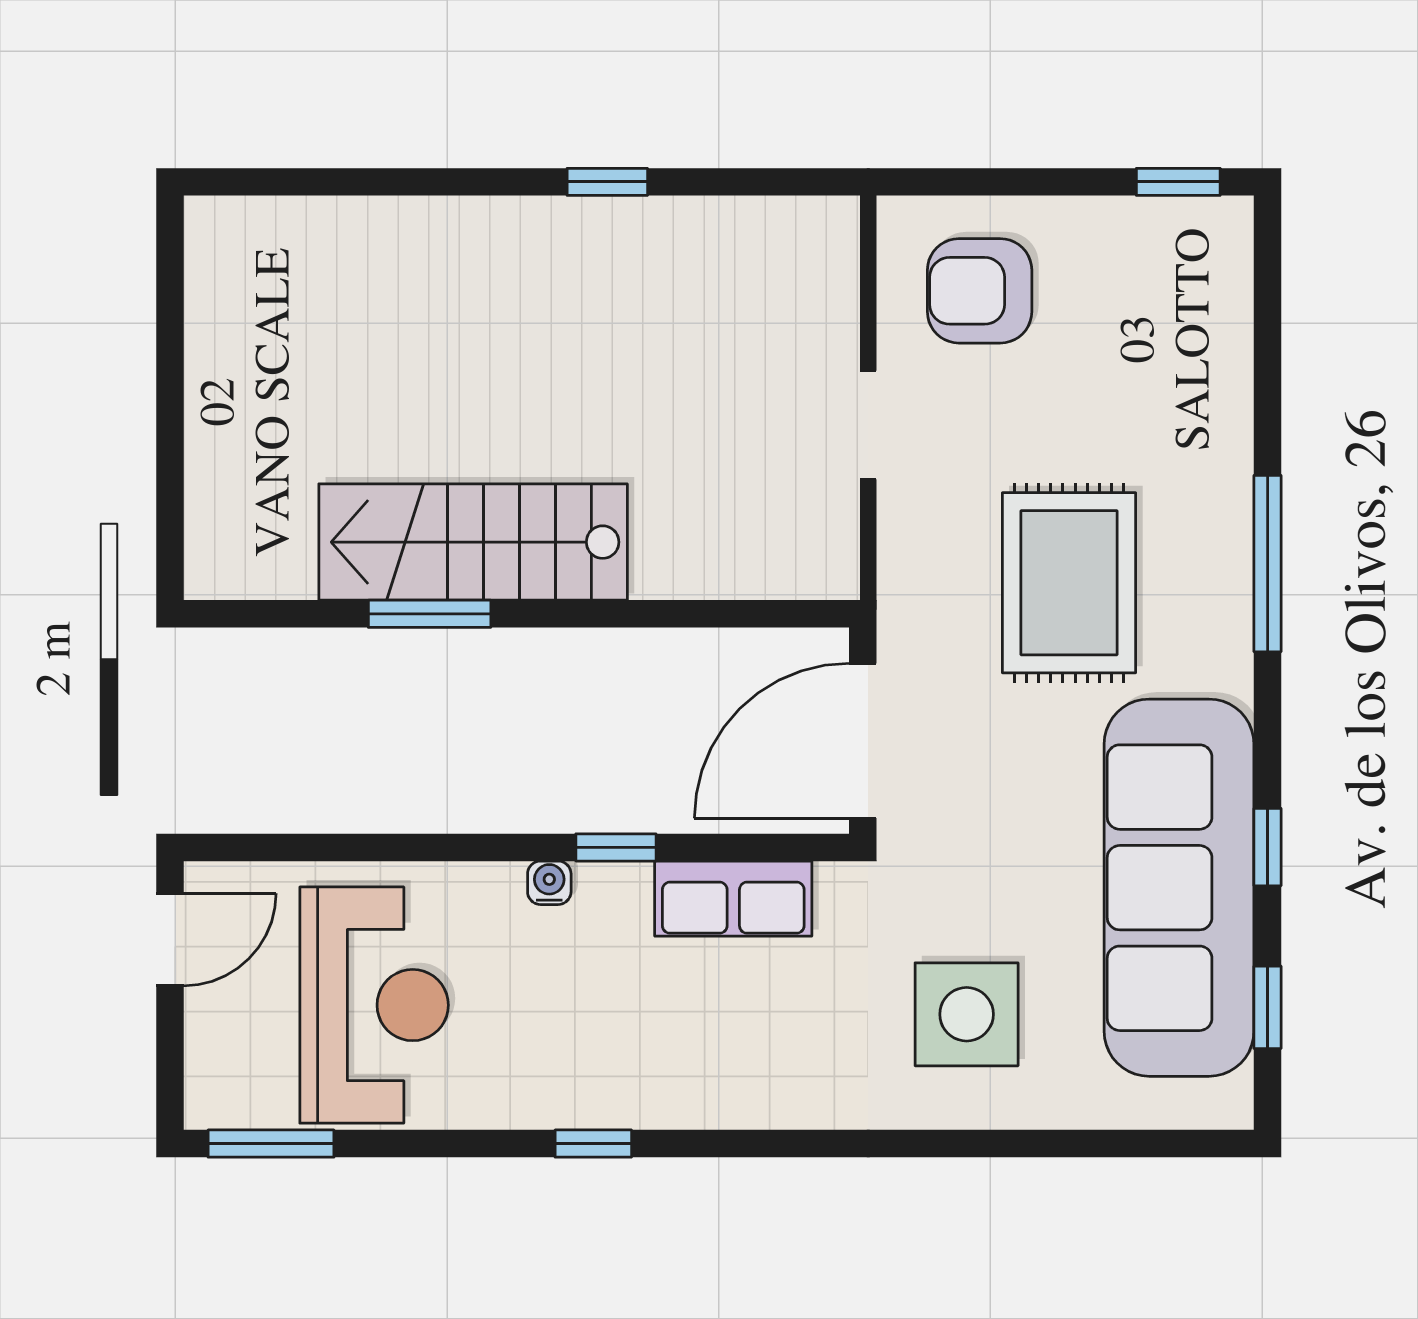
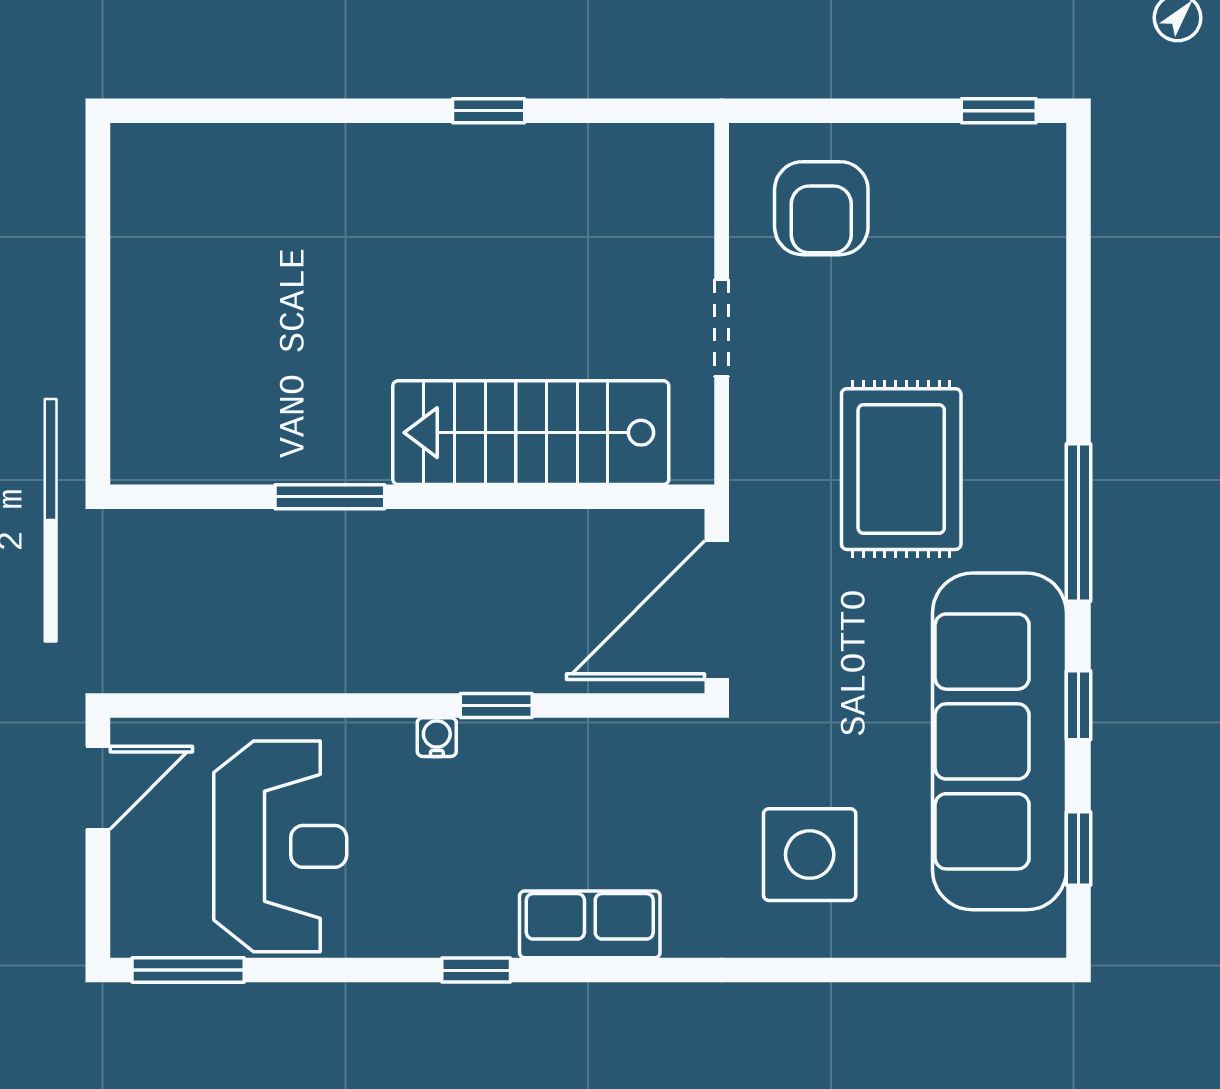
armchair: (980, 291) -> (821, 208), turned -90
stairs: (473, 542) -> (531, 433), moved
window: (1268, 564) -> (1079, 523), moved
row of seats: (733, 899) -> (590, 924), moved, turned 180

